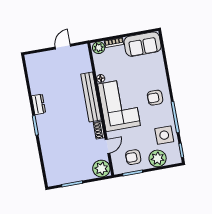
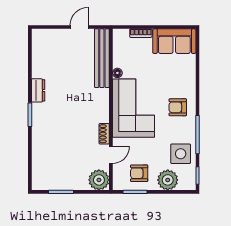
plant: (99, 48) -> (121, 36), removed
bench: (91, 97) -> (102, 58), moved

